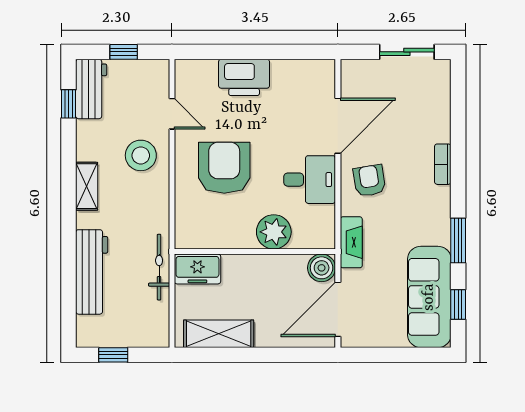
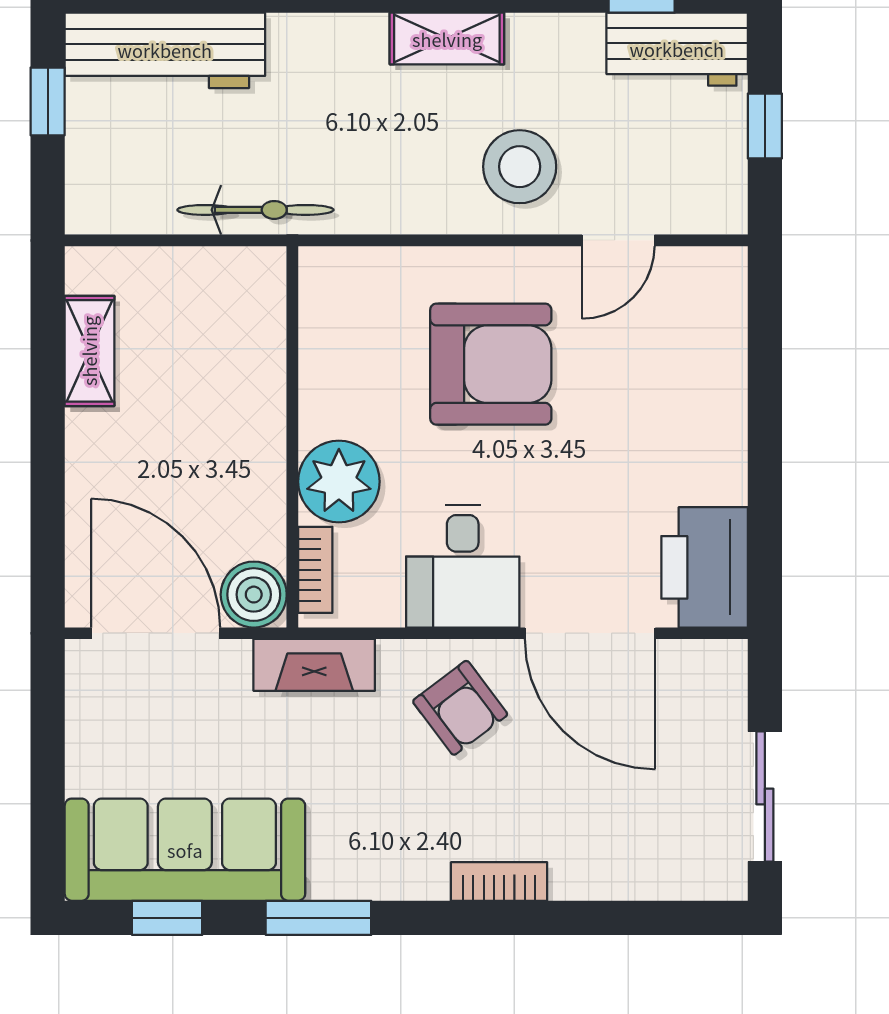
printer: (244, 77) -> (705, 567), moved
armchair: (369, 181) -> (460, 708), turned 62
bookcase: (311, 242) -> (315, 570), added
freezer: (197, 269) -> (251, 301), removed
workbench: (92, 272) -> (165, 50), moved
shelving: (219, 334) -> (89, 351), width x0.67, depth x0.75

